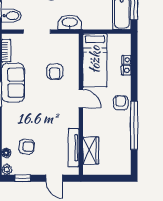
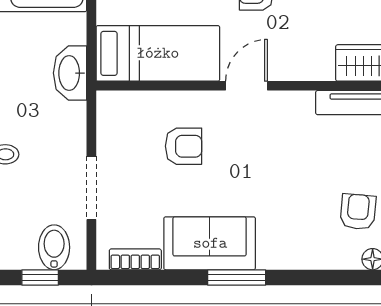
washbasin: (70, 23) -> (70, 73), moved

